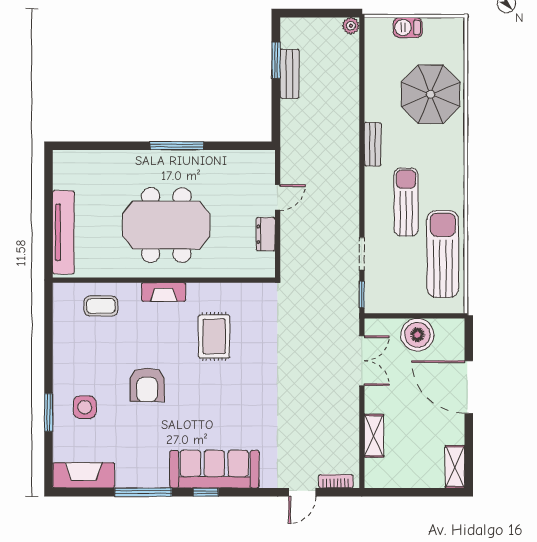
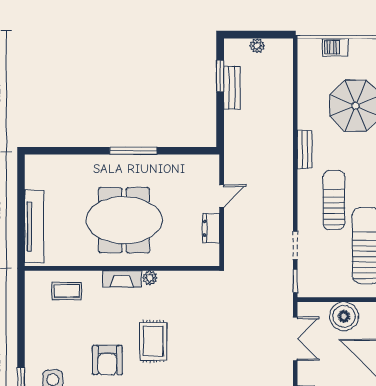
plant: (351, 26) -> (257, 46), moved
plant: (196, 291) -> (150, 278), added
rug: (214, 336) -> (153, 341), moved

